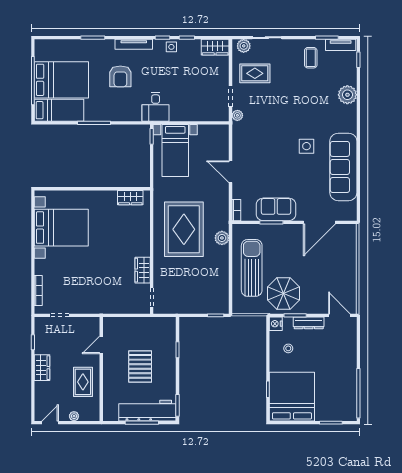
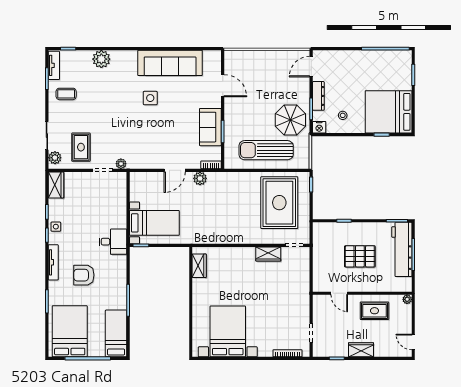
armchair: (120, 76) -> (84, 275), turned 180
bed: (61, 80) -> (70, 331), moved
door: (319, 222) -> (223, 86), width x0.73
rug: (184, 229) -> (279, 203), moved, turned 90
plant: (222, 238) -> (200, 178), moved
plant: (74, 416) -> (407, 299), moved

